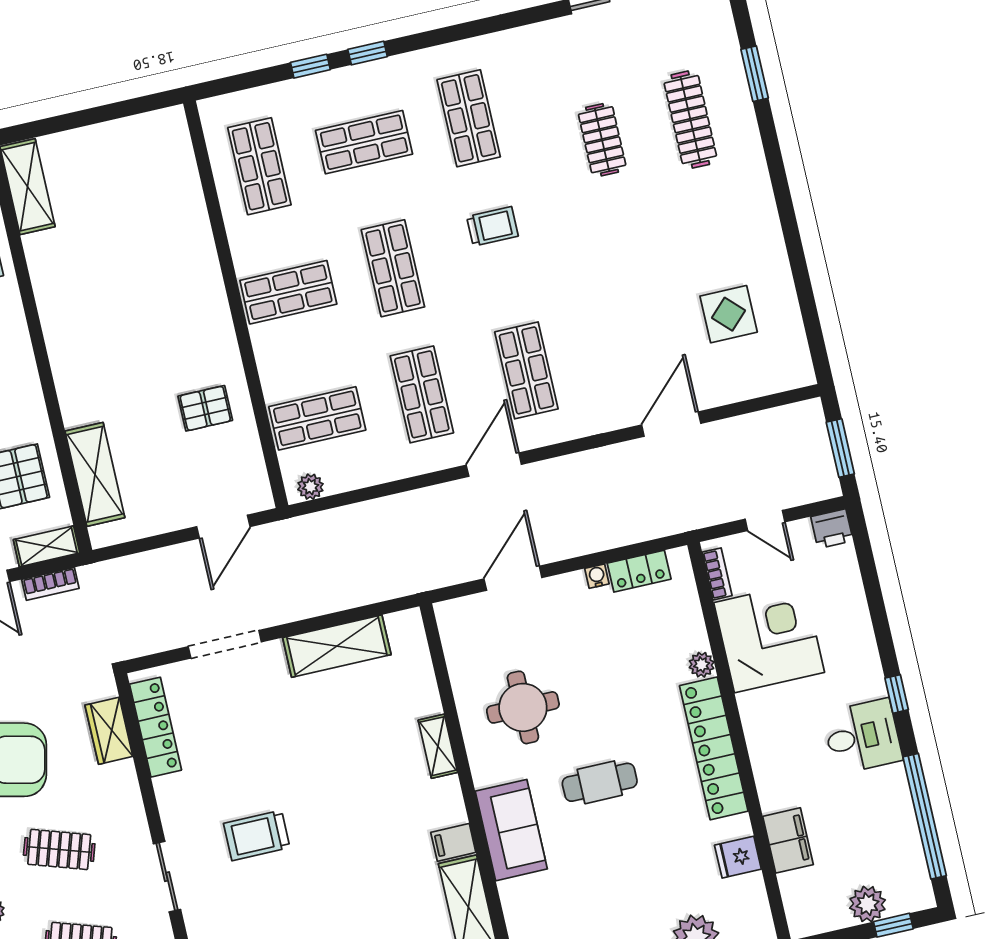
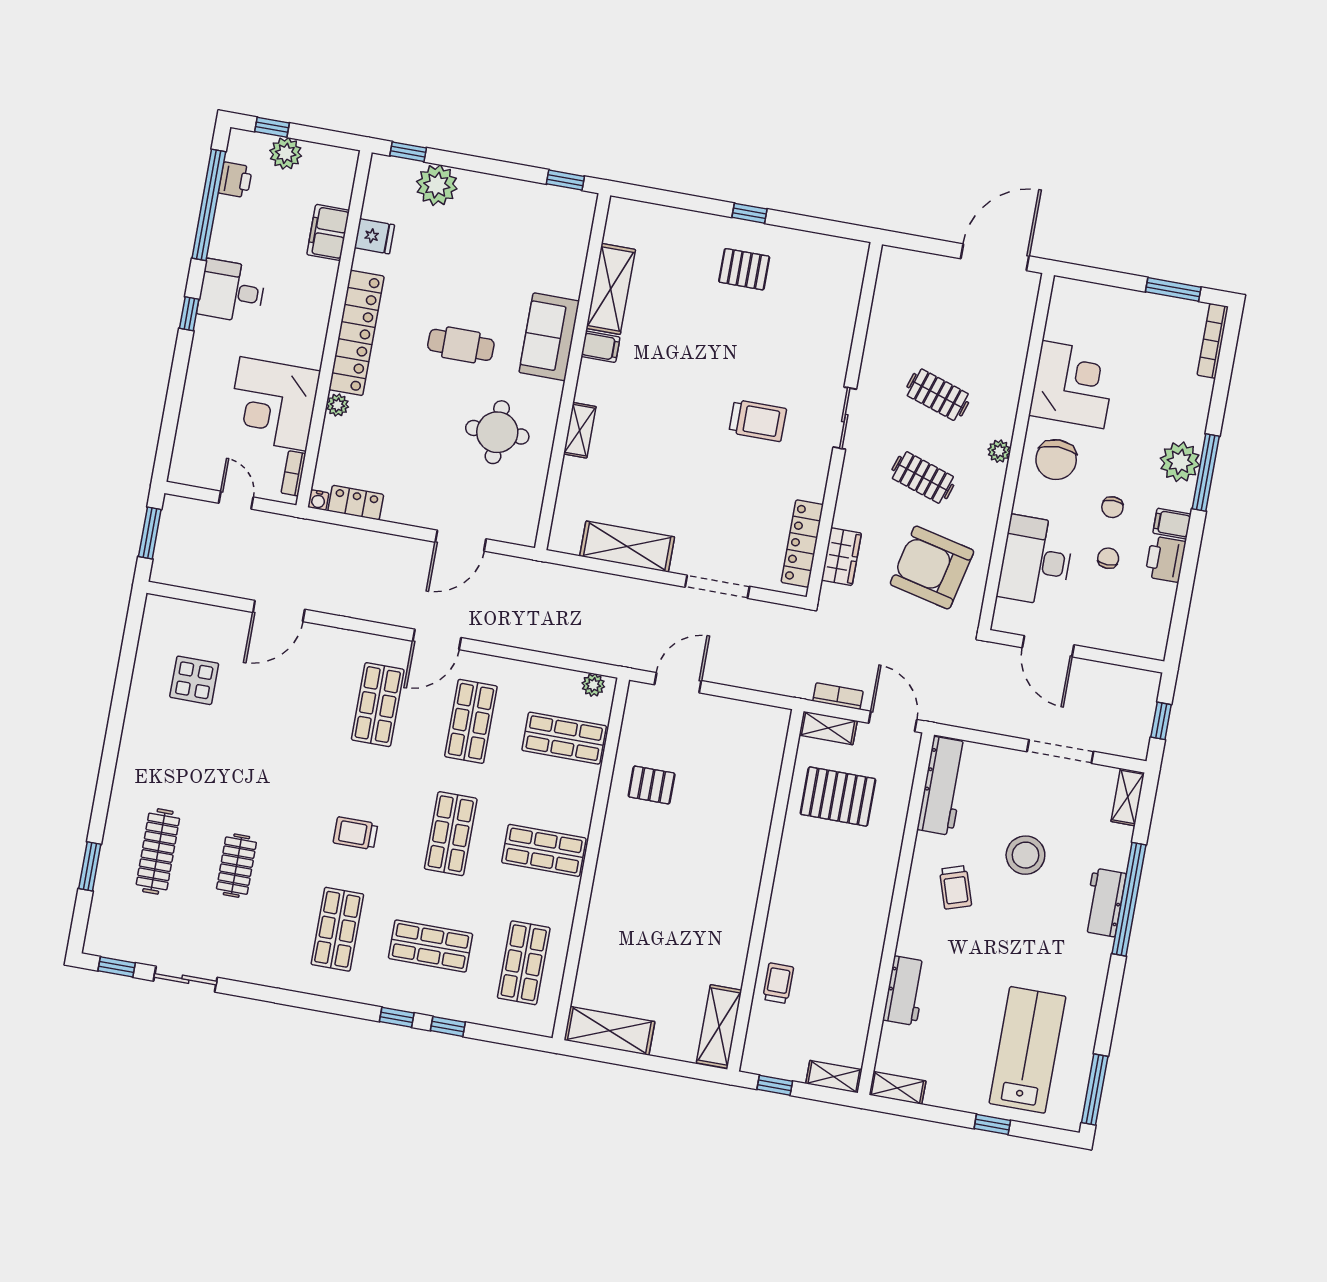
shelving: (95, 474) -> (609, 1031), moved, turned 90
printer: (832, 529) -> (235, 180), moved, turned 90
water cooler: (597, 576) -> (318, 500), moved

